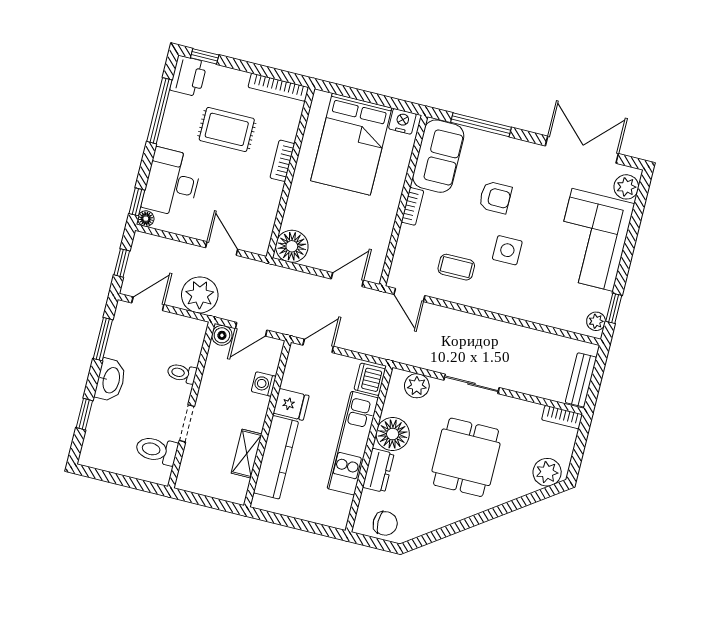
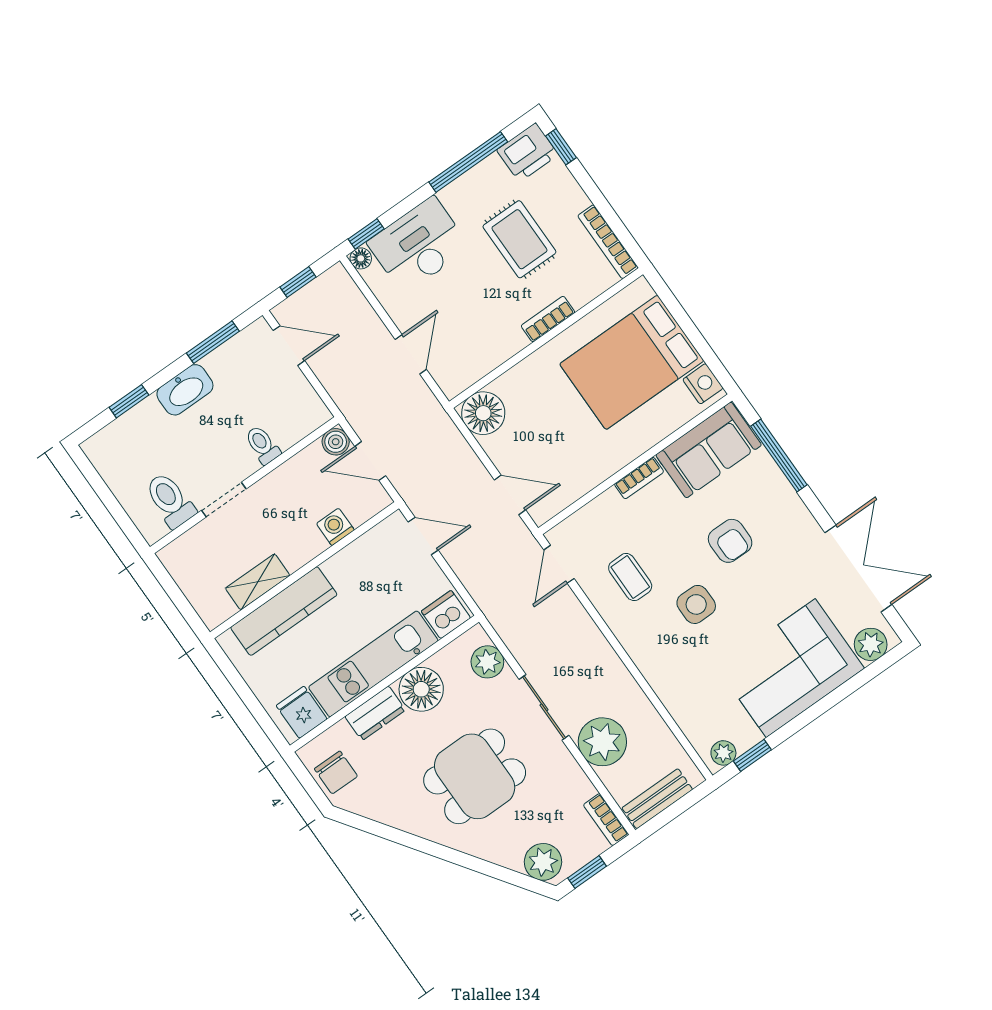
plant: (200, 295) -> (602, 742), moved
fridge: (291, 404) -> (302, 712), moved, turned 180
window: (577, 456) -> (587, 872), added

